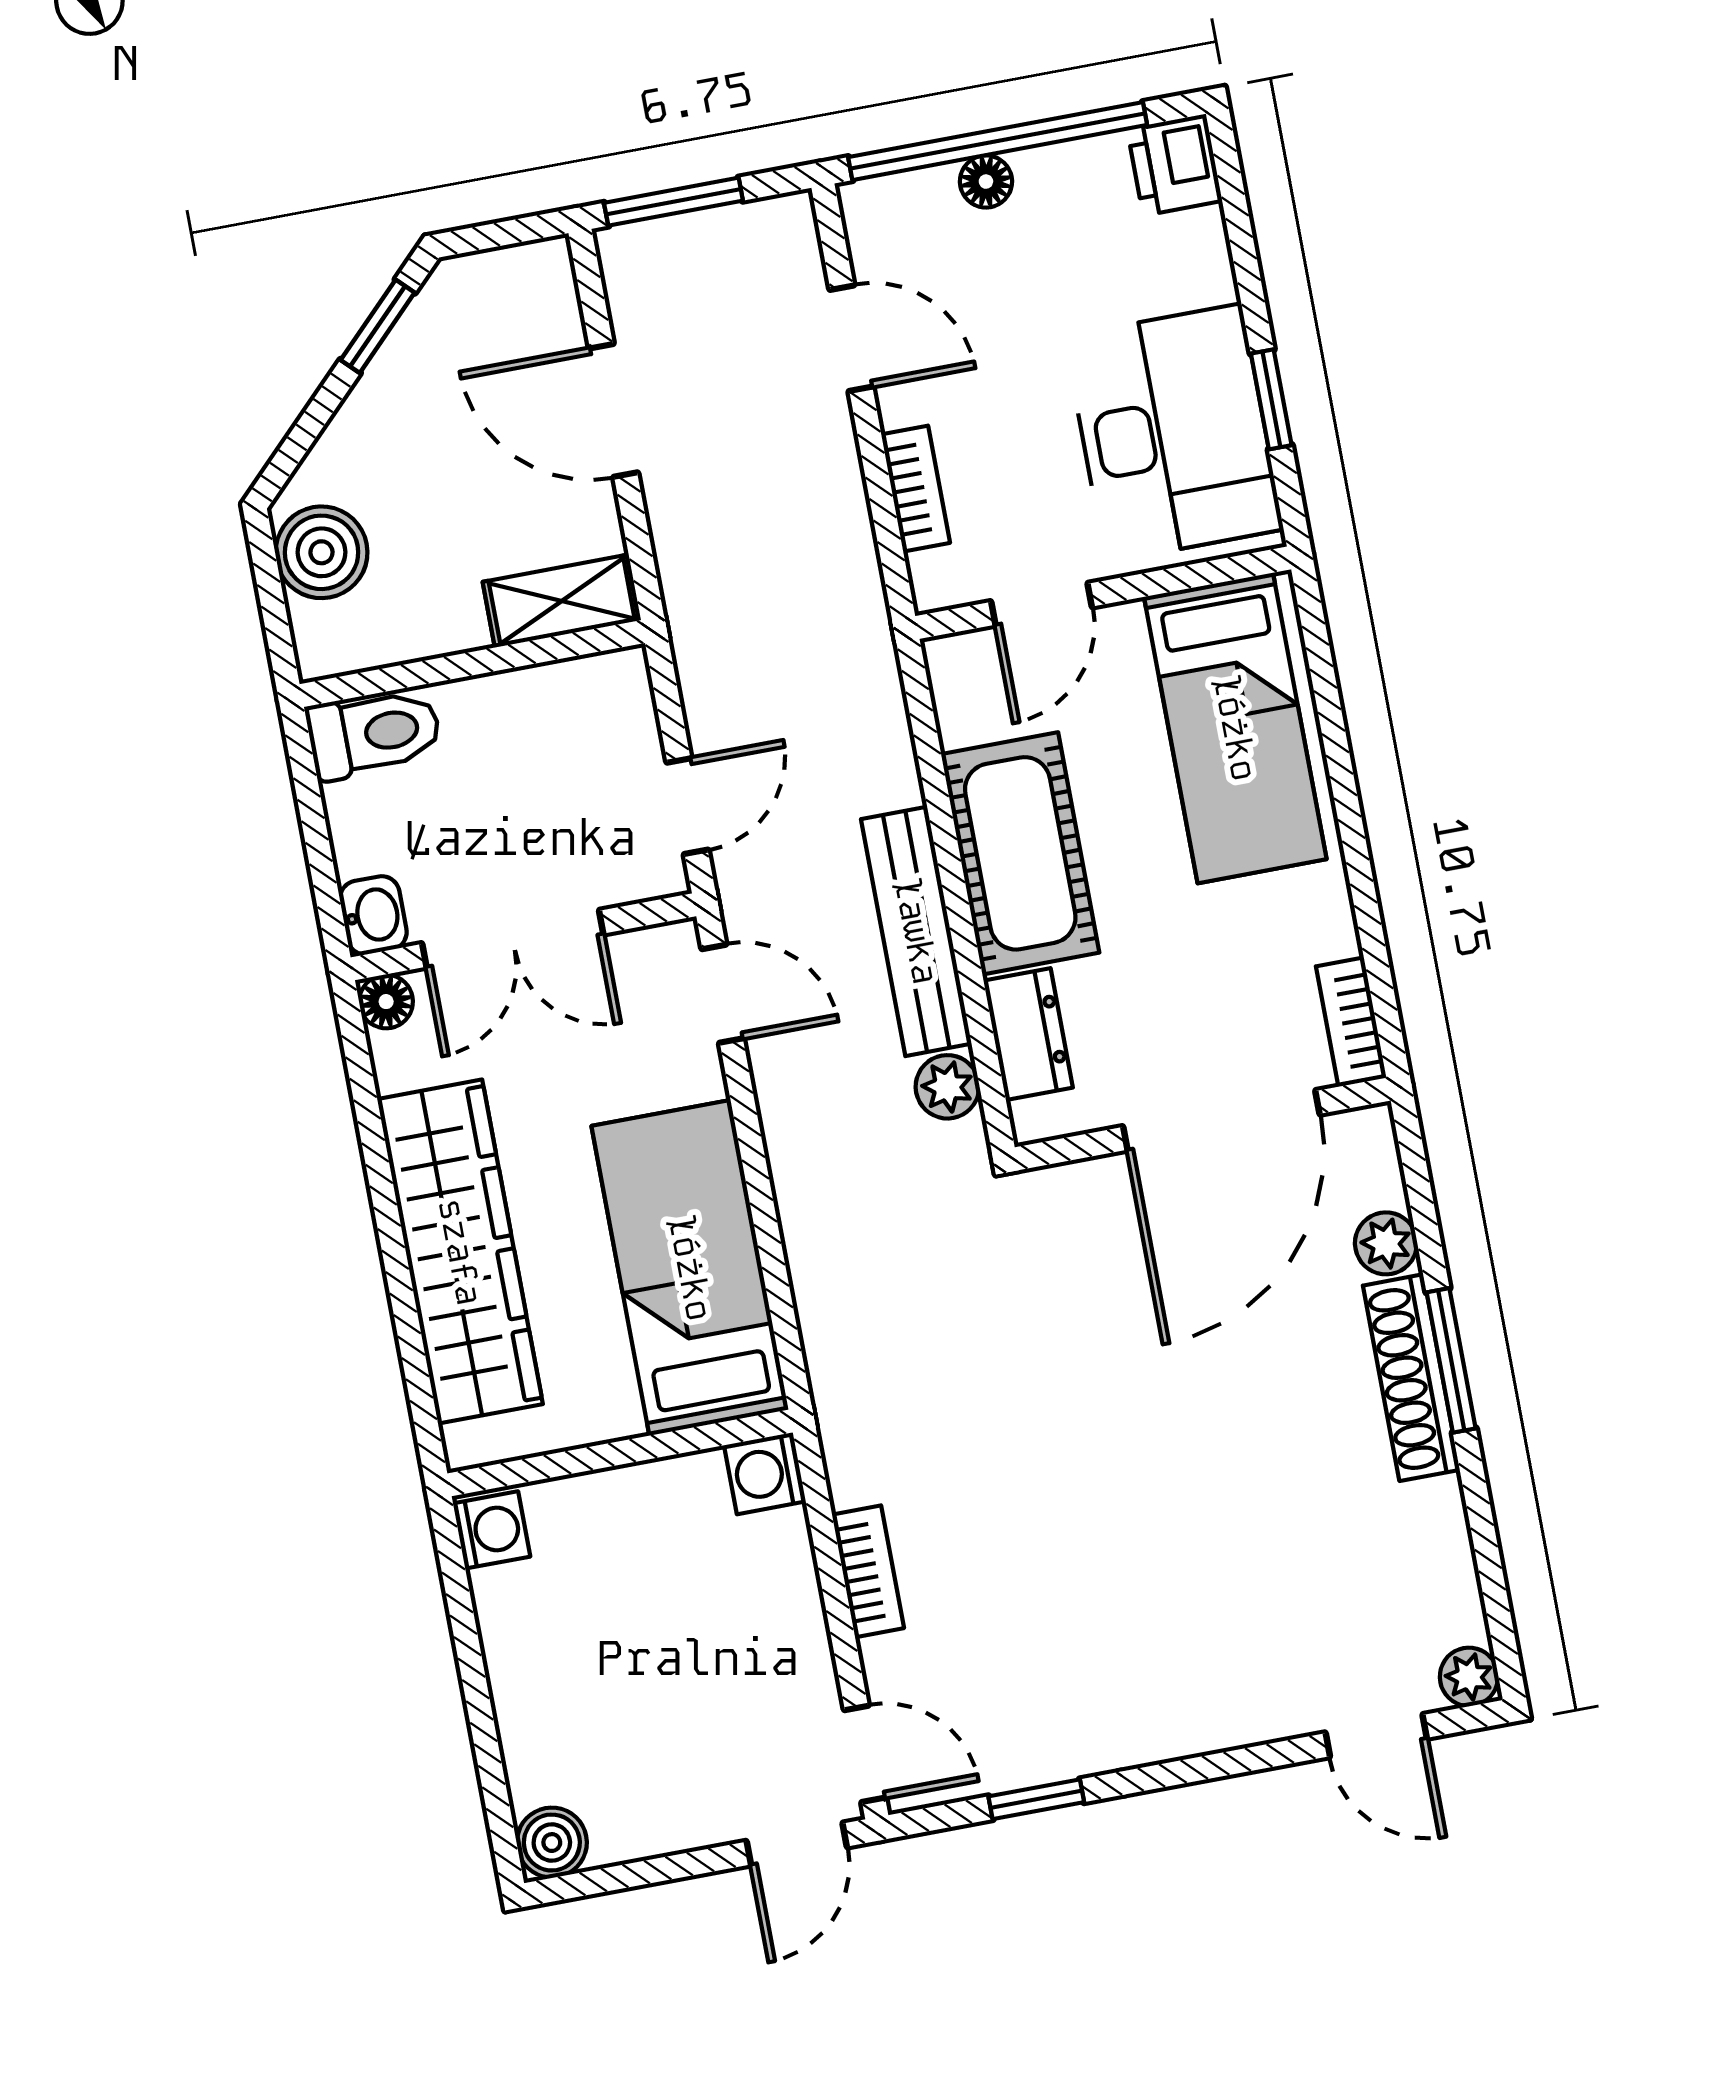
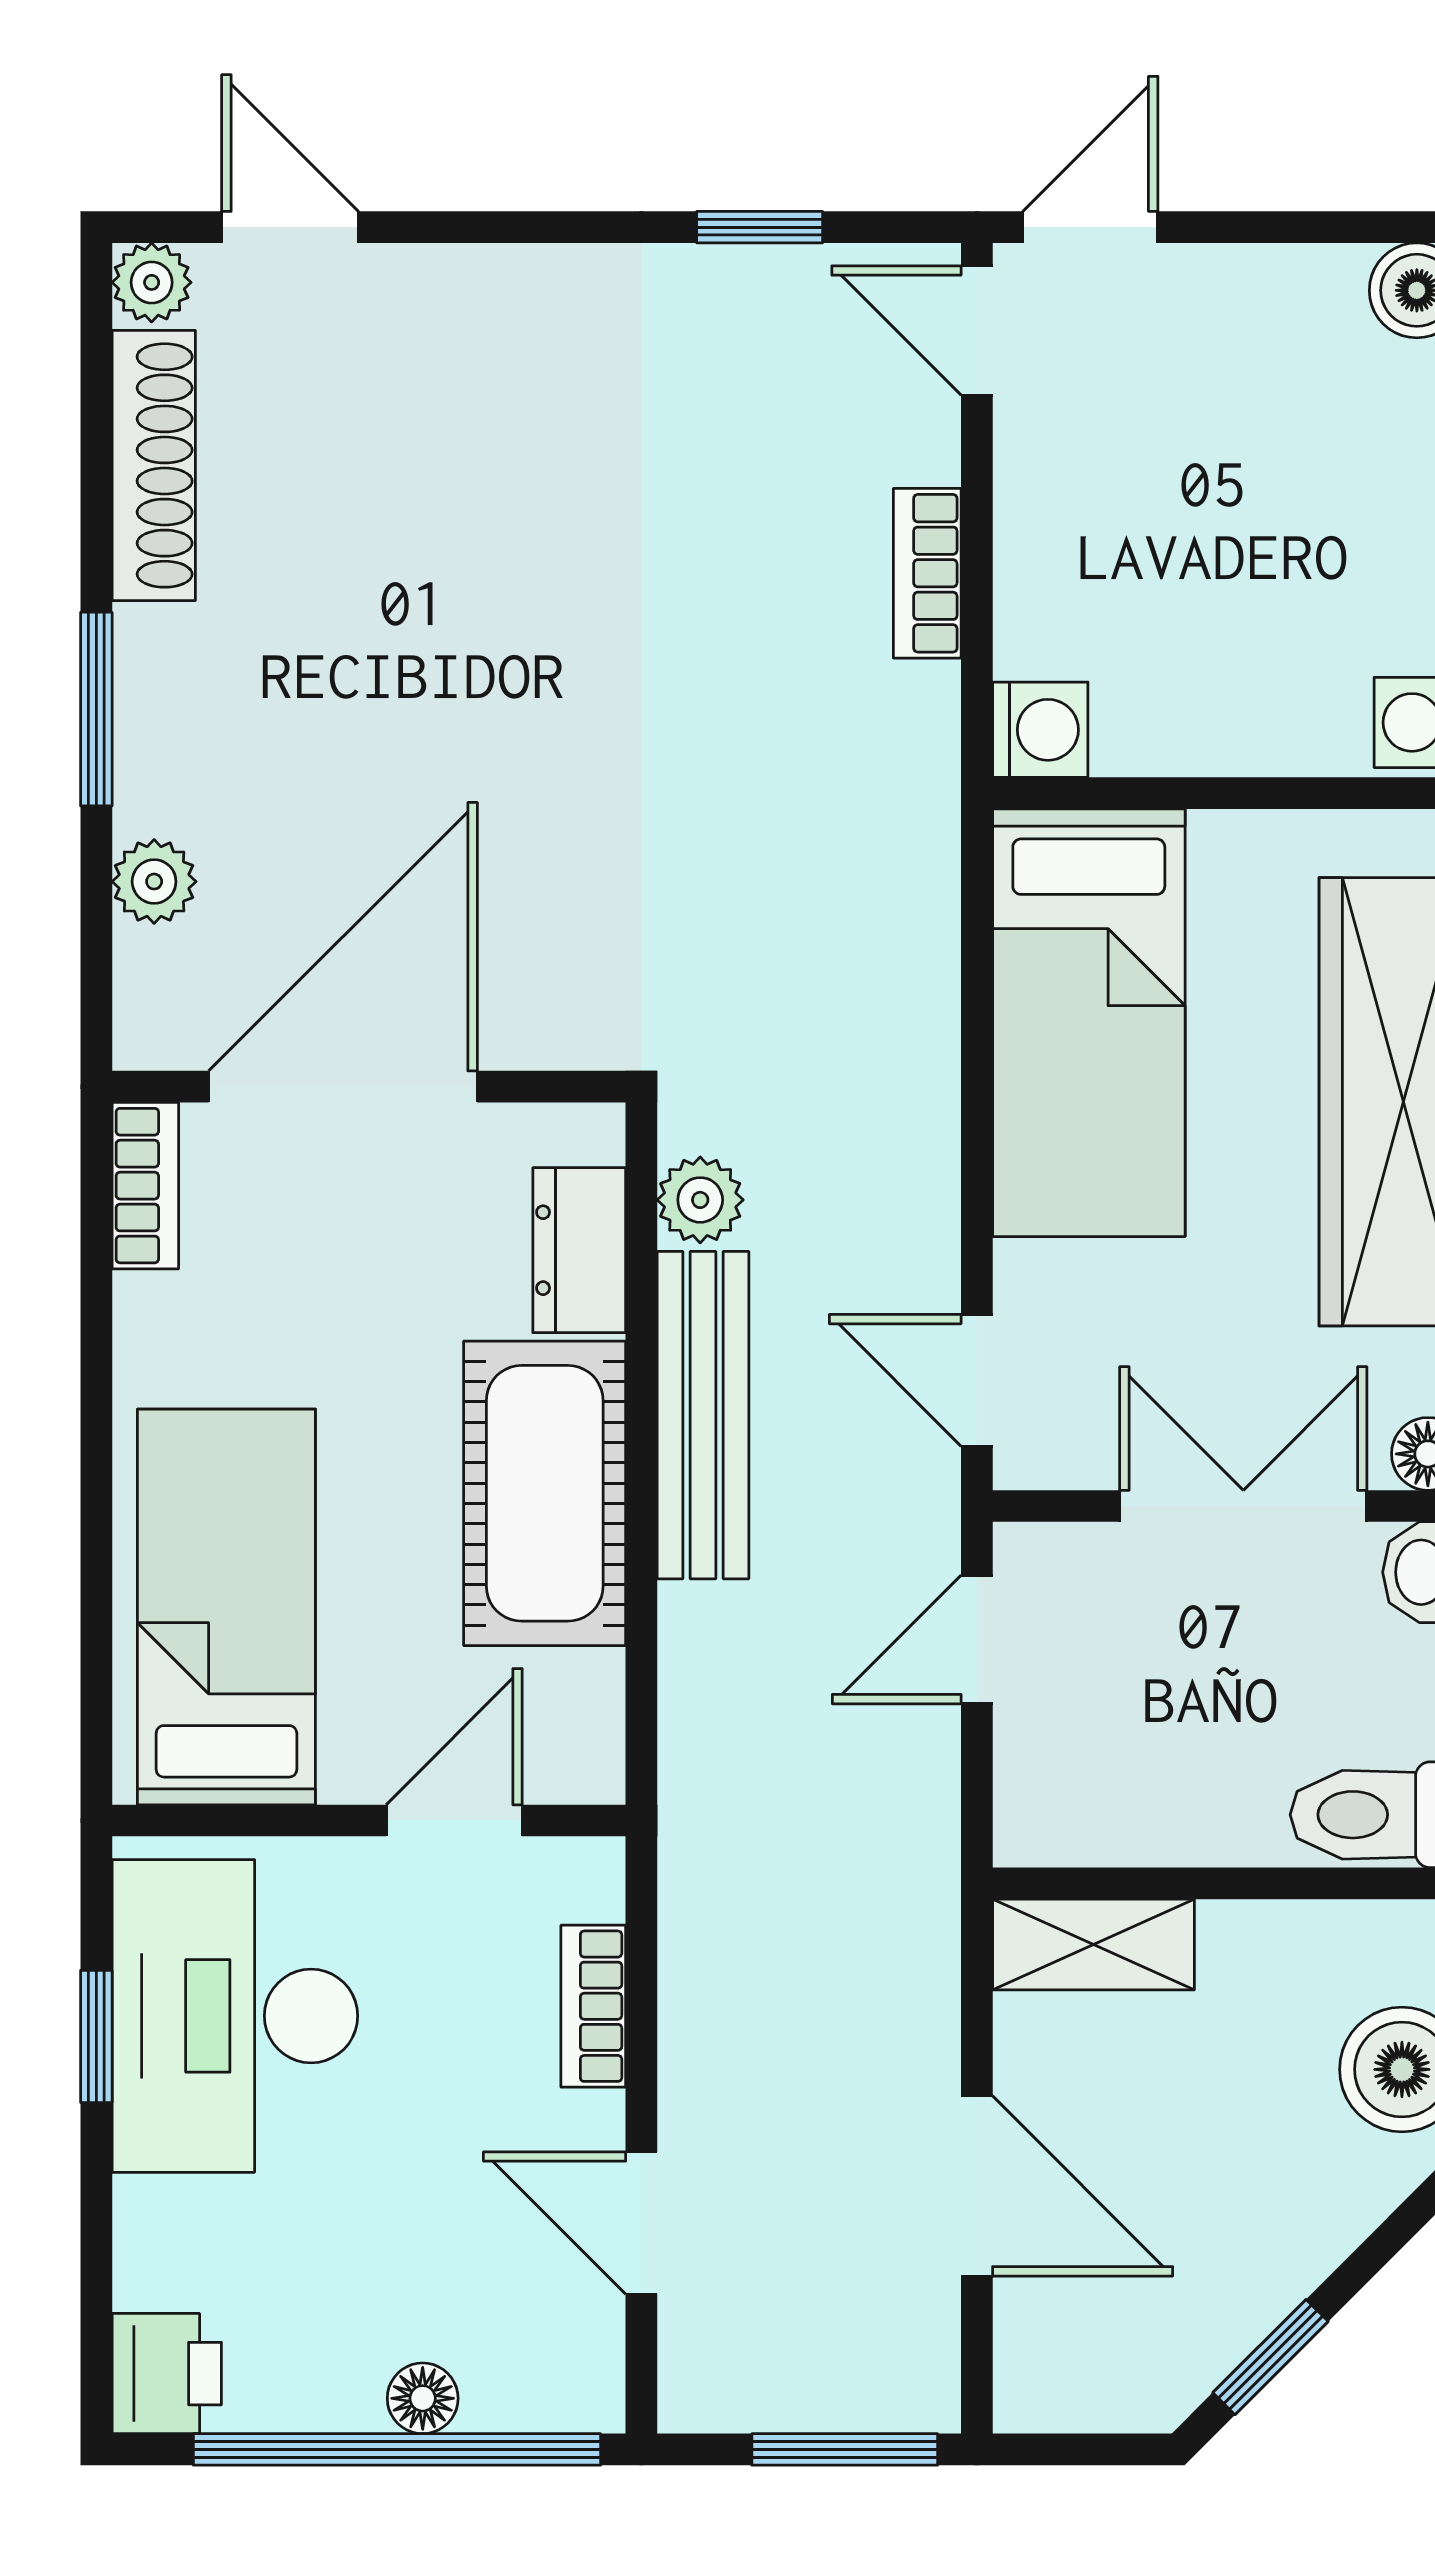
shoe rack: (1411, 1378) -> (154, 465), moved

